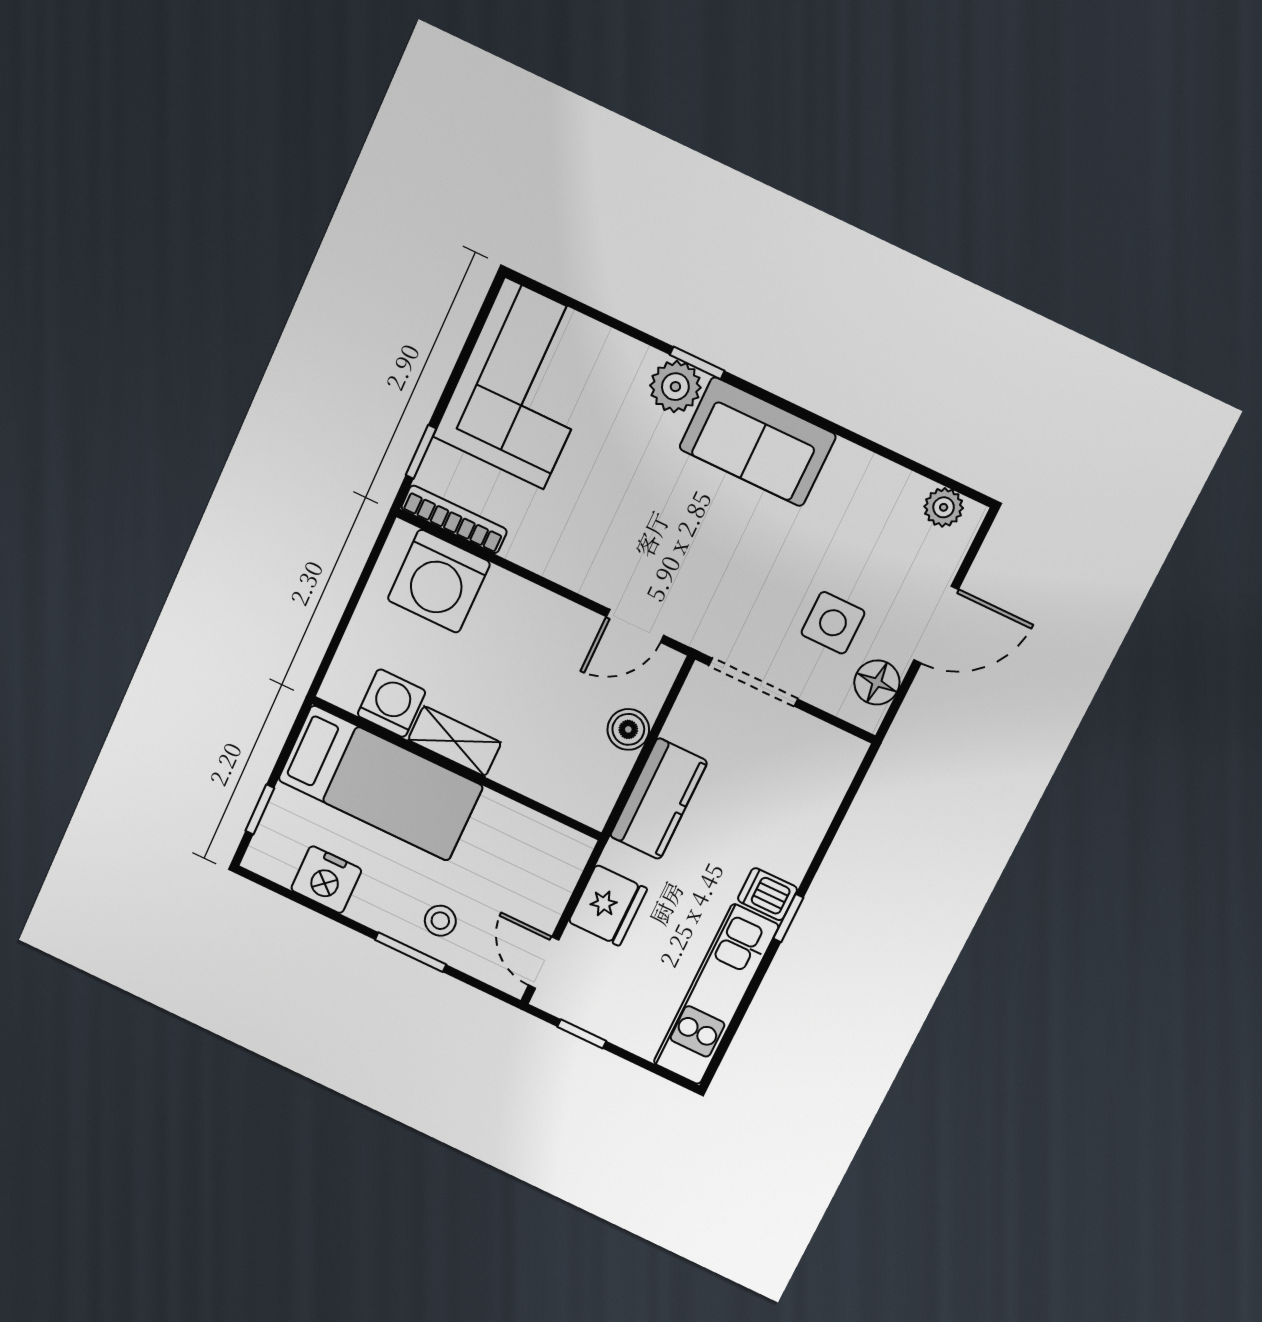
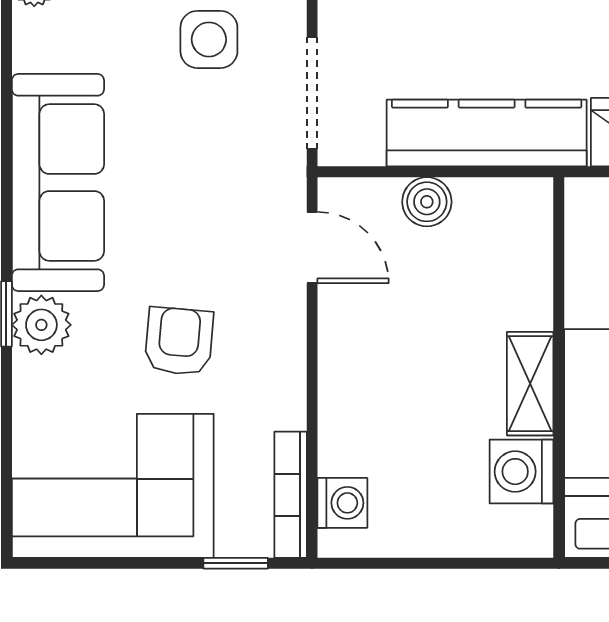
sofa: (757, 442) -> (58, 183), width x1.36
armchair: (612, 489) -> (179, 341), added
washing machine: (439, 581) -> (342, 503), width x0.53, depth x0.53
kitchen counter: (659, 799) -> (487, 133), width x1.50

